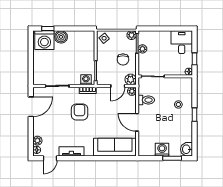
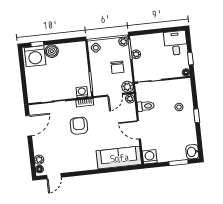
washing machine: (162, 150) -> (150, 157), moved
tv unit: (71, 151) -> (75, 167), removed

